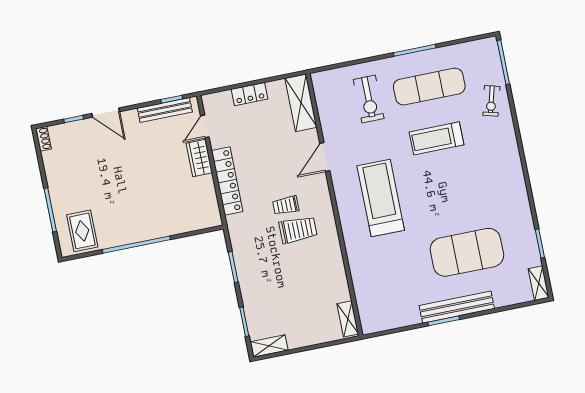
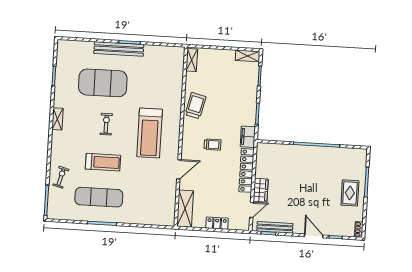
exercise bike: (369, 99) -> (106, 124), moved, width x0.73, depth x0.72
filing cabinet: (238, 230) -> (248, 137), added
trolley: (298, 230) -> (196, 106), moved, turned 103
rug: (82, 231) -> (350, 193), moved
shelving: (539, 283) -> (57, 119), moved

